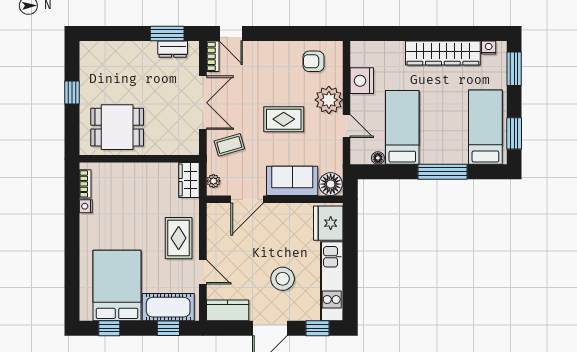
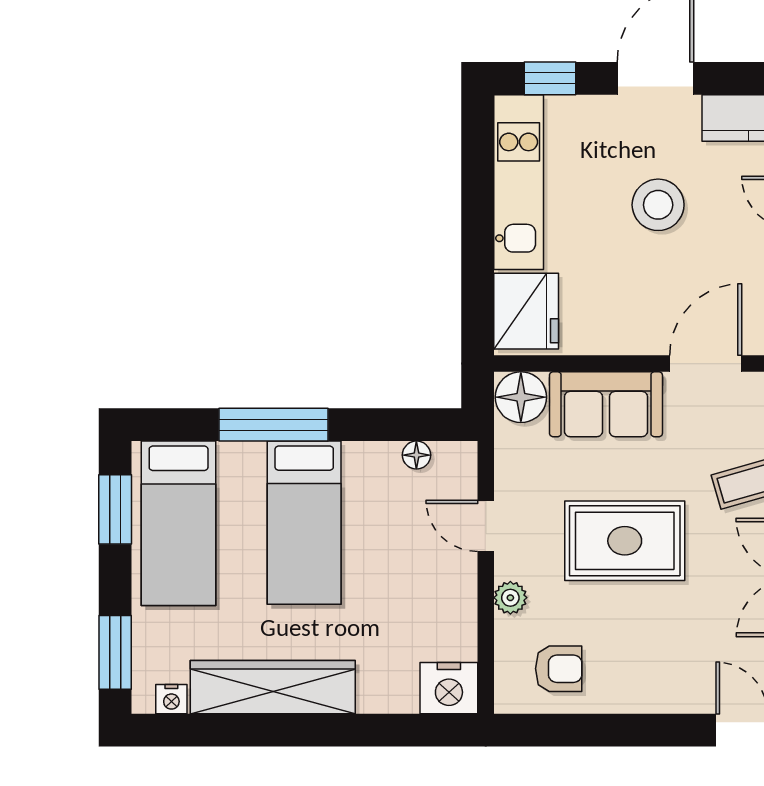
nightstand: (362, 81) -> (449, 688), moved, turned 90
plant: (329, 100) -> (510, 598), width x0.53, depth x0.53
rug: (284, 119) -> (625, 541), width x1.36, depth x1.43
bed: (402, 127) -> (304, 523), moved
stool: (283, 279) -> (658, 205), moved

